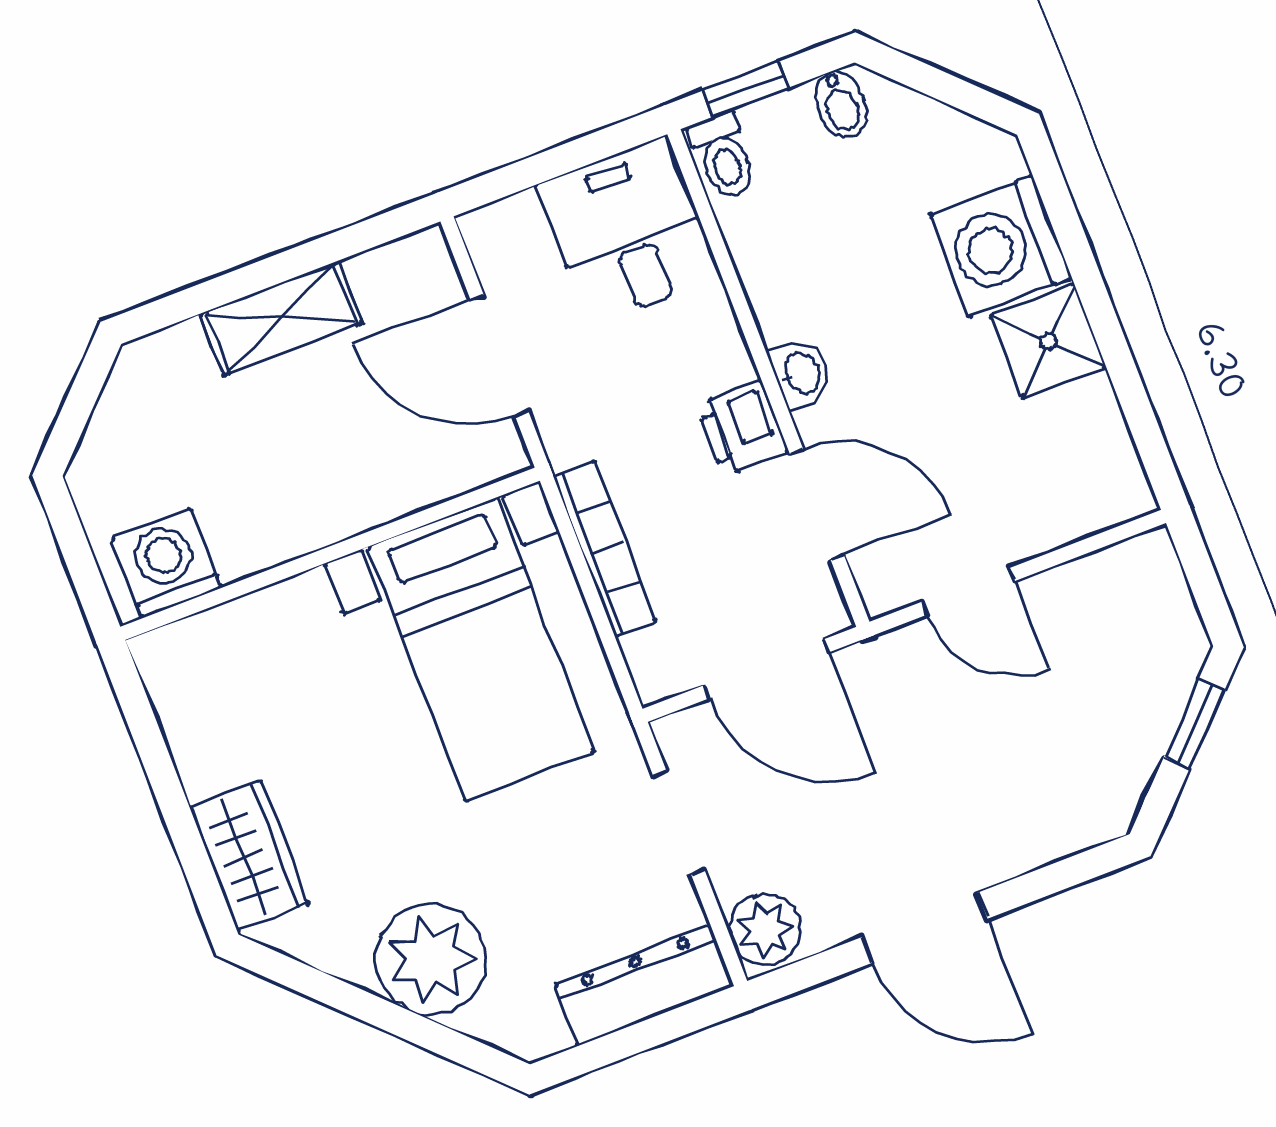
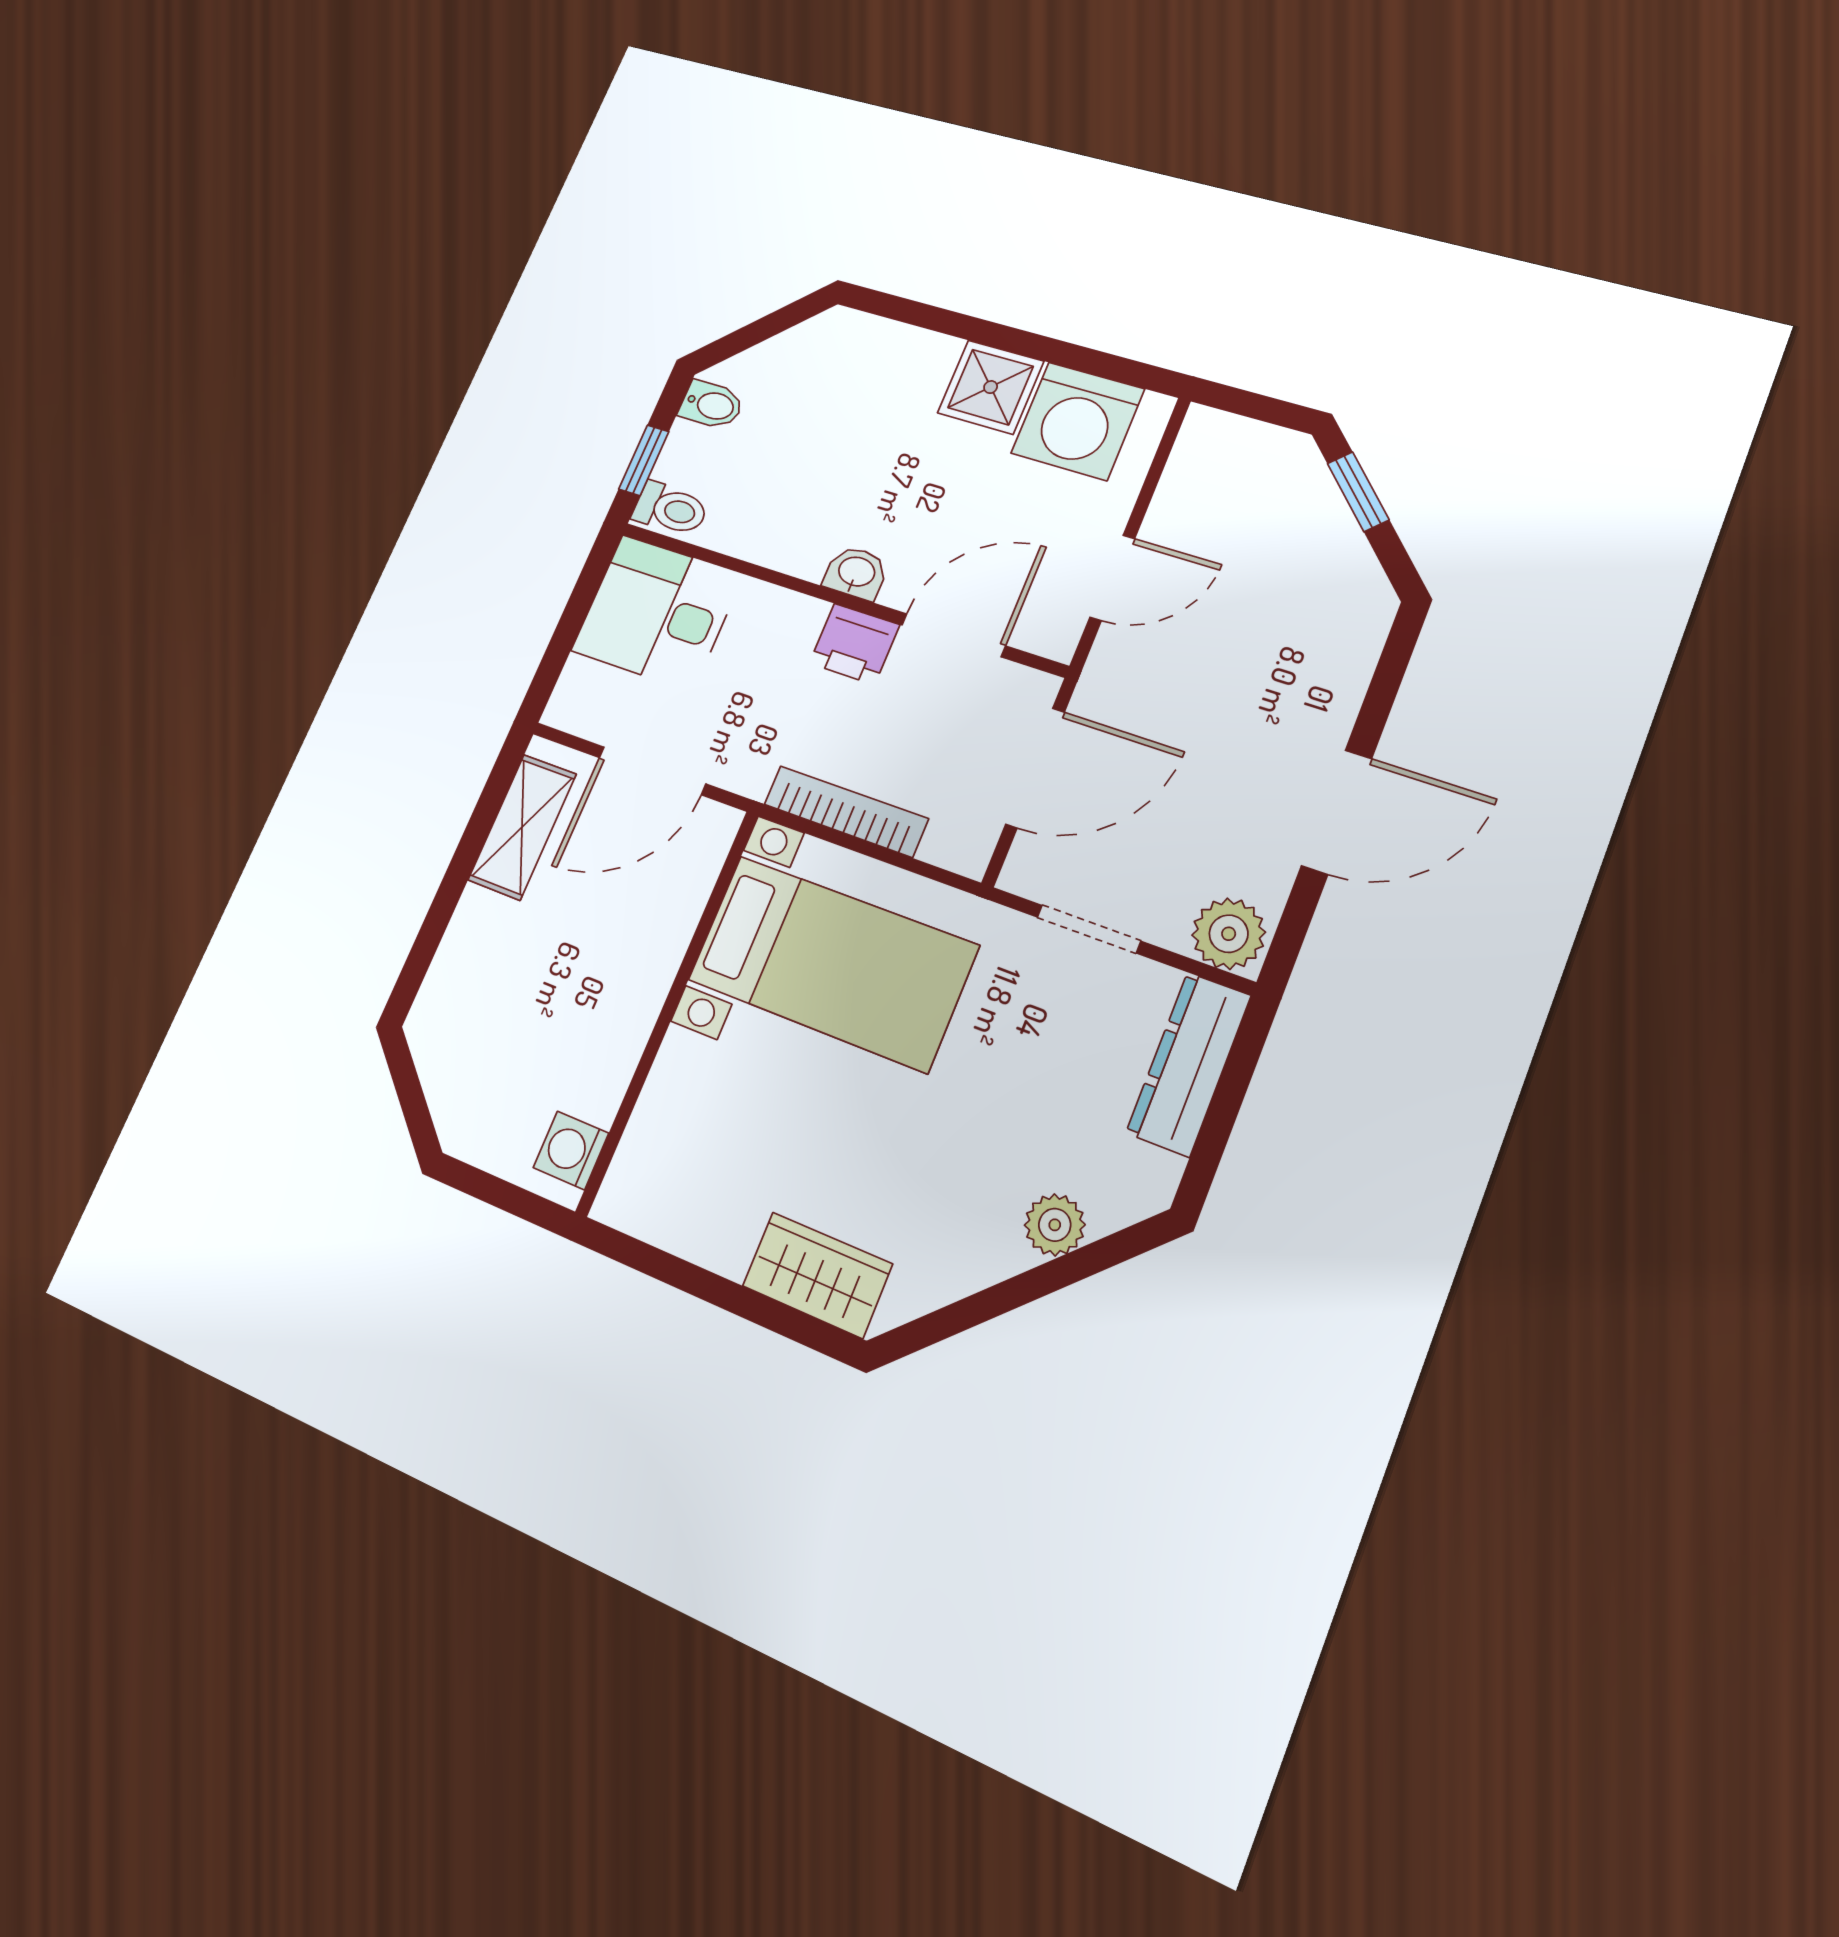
washing machine: (1001, 247) -> (1078, 421), moved
shelving: (281, 318) -> (522, 827), moved
washing machine: (166, 564) -> (571, 1150), width x0.73, depth x0.73
plant: (431, 960) -> (1055, 1225), width x0.53, depth x0.53

